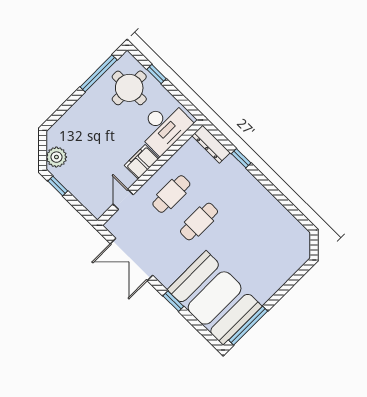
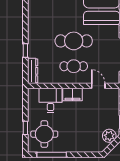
desk: (164, 127) -> (51, 100), width x0.73
door: (123, 199) -> (98, 86), swing flipped
cafe table: (199, 222) -> (74, 41), width x1.37, depth x1.35

